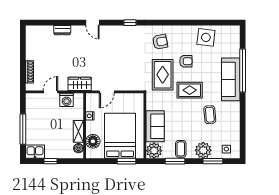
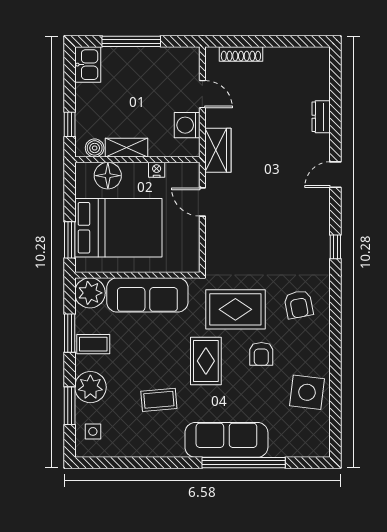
sofa: (155, 126) -> (147, 295), width x1.36
window: (50, 161) -> (70, 124), moved

